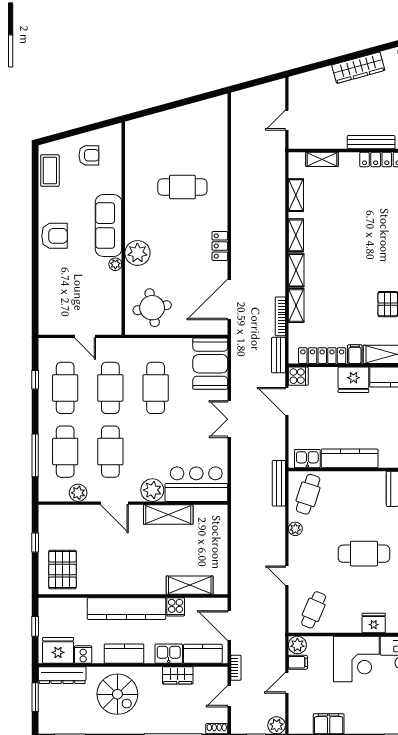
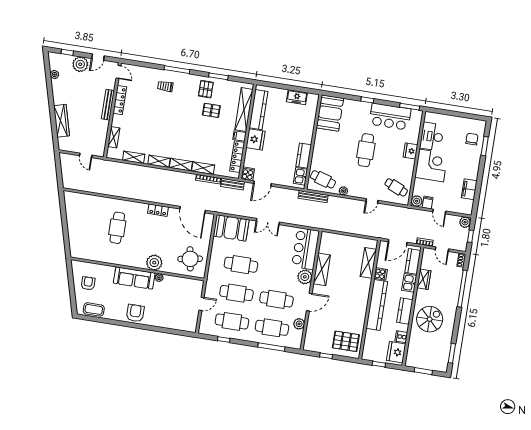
wardrobe: (358, 68) -> (61, 121), moved
kitchen counter: (350, 458) -> (304, 156), width x0.67
dresser: (62, 675) -> (412, 352), removed

